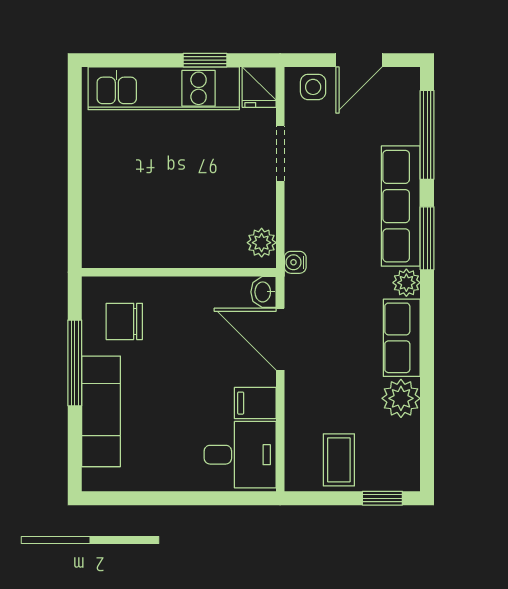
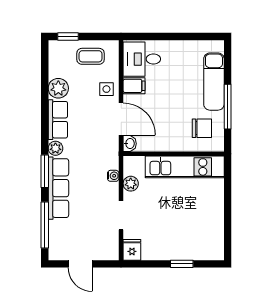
window: (205, 60) -> (182, 264), moved
door: (359, 60) -> (80, 264), swing flipped
side table: (313, 87) -> (106, 89), moved
kitchen unit: (164, 88) -> (185, 167), moved, turned 180
plant: (262, 243) -> (131, 184), moved
water cooler: (295, 262) -> (113, 176), moved
coffee table: (339, 460) -> (91, 56), turned 90

